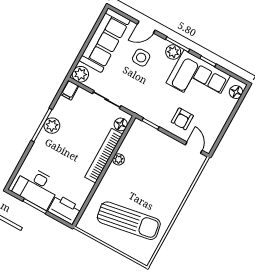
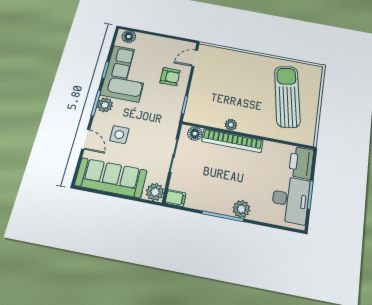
plant: (52, 126) -> (241, 209), moved

